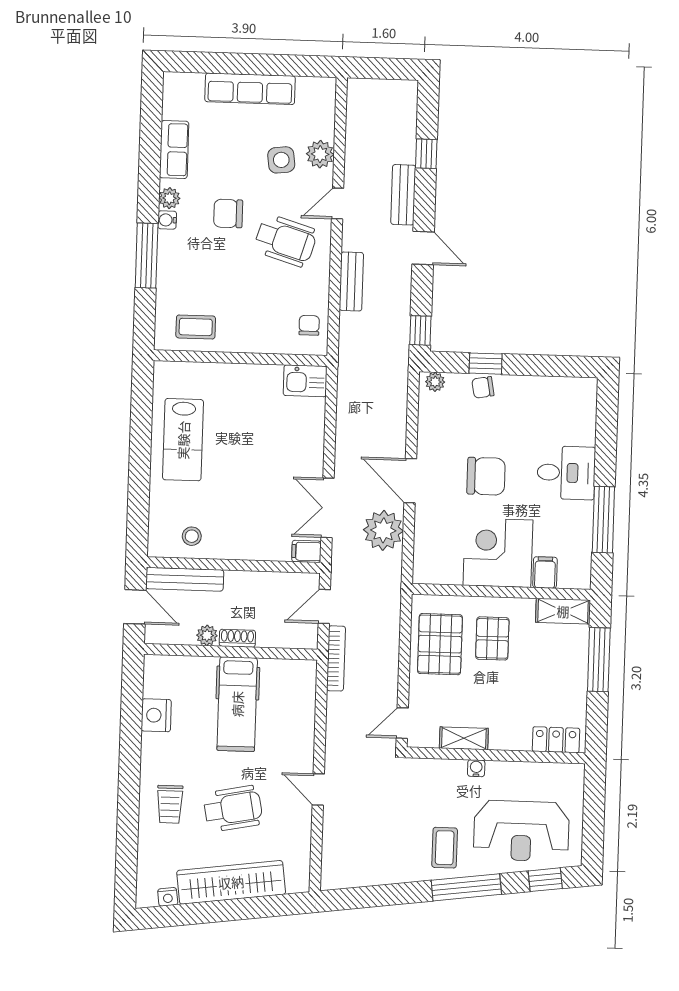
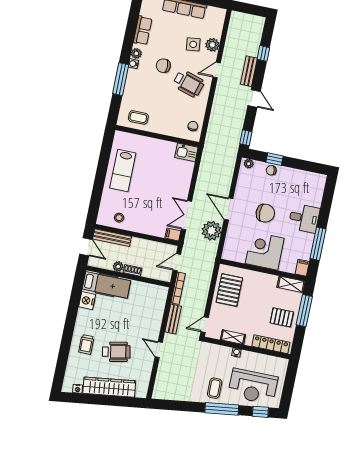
bench: (351, 281) -> (173, 319), moved
filing cabinet: (545, 572) -> (302, 268), moved
pallet: (492, 638) -> (282, 317), moved, turned 90
hospital bed: (237, 704) -> (106, 285), moved, turned -90
locker: (556, 740) -> (271, 344), width x1.53

